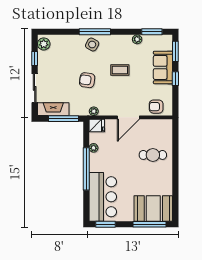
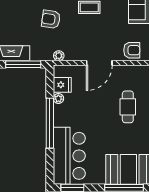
armchair: (156, 107) -> (132, 50), turned 180
fridge: (97, 126) -> (62, 85), moved
cafe table: (153, 155) -> (128, 107), turned 90

